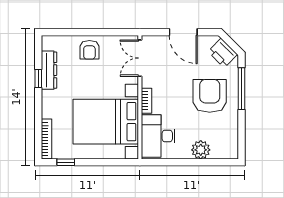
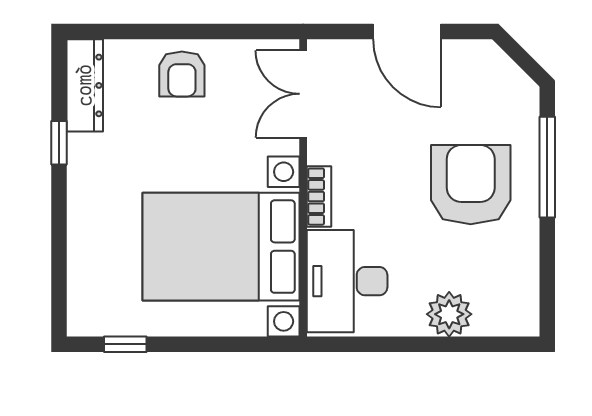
printer: (223, 53) -> (502, 82), removed
dresser: (49, 70) -> (85, 85), moved
bookcase: (47, 139) -> (79, 288), removed

